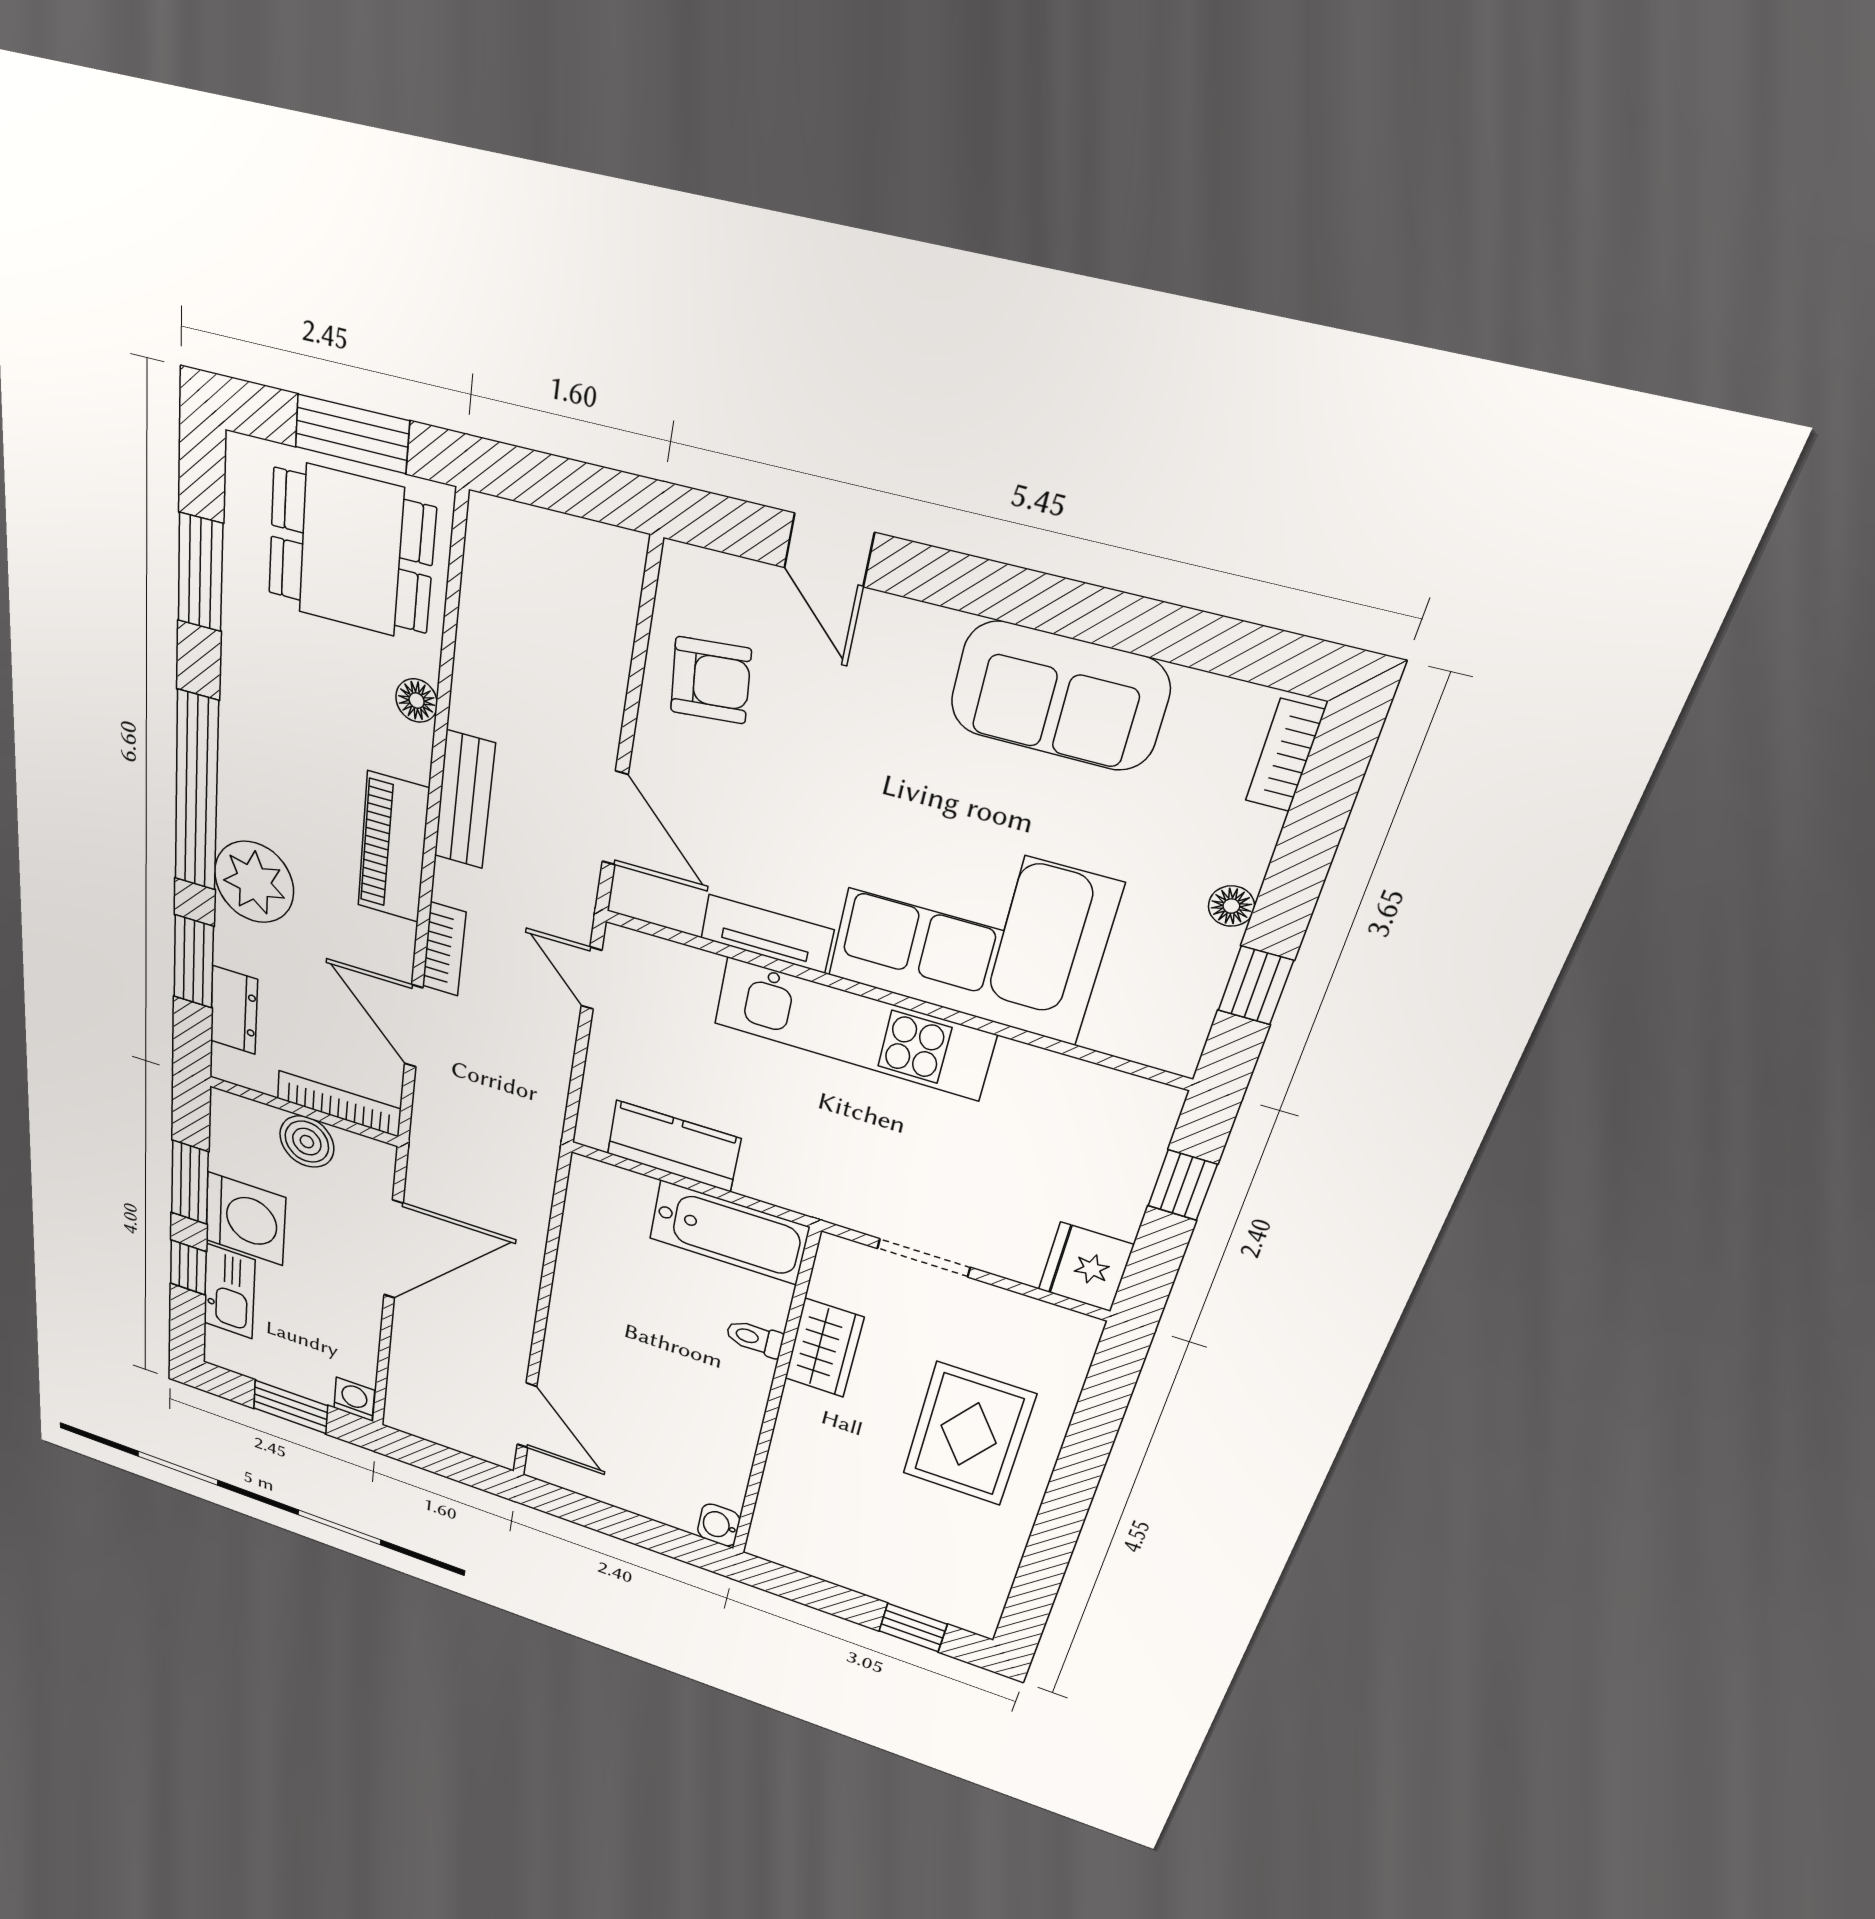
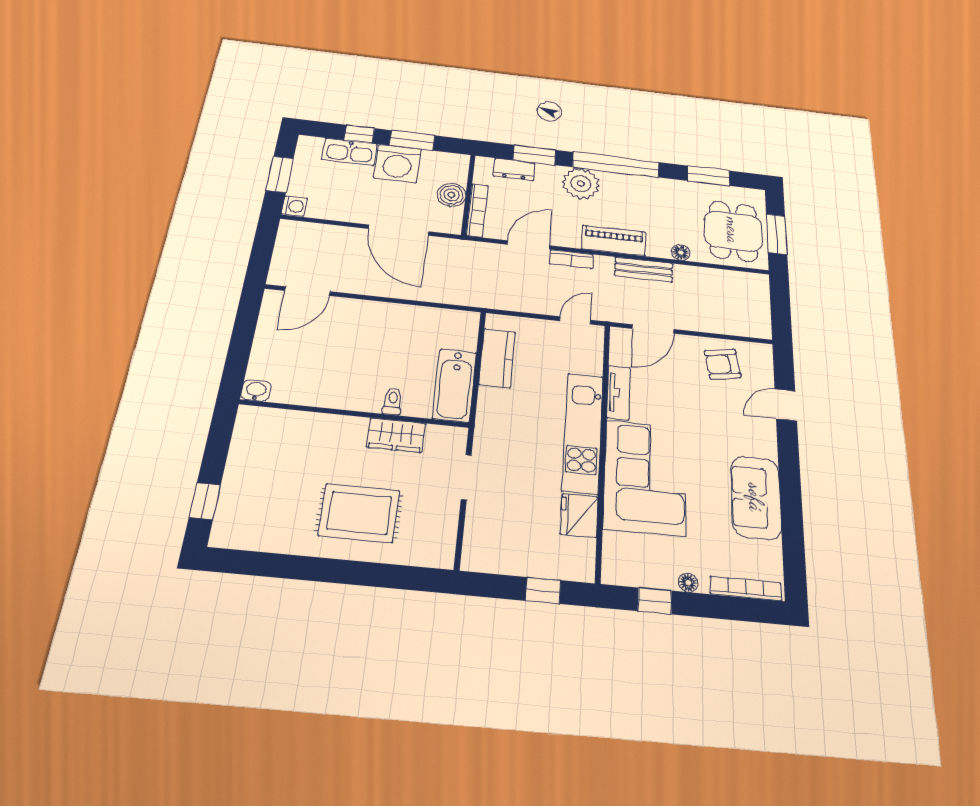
armchair: (711, 680) -> (723, 364), turned 85
bookcase: (1285, 755) -> (746, 588), width x1.56
fridge: (1086, 1267) -> (579, 516), moved, turned -90

